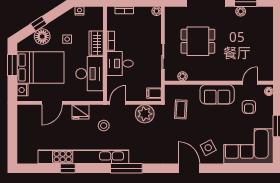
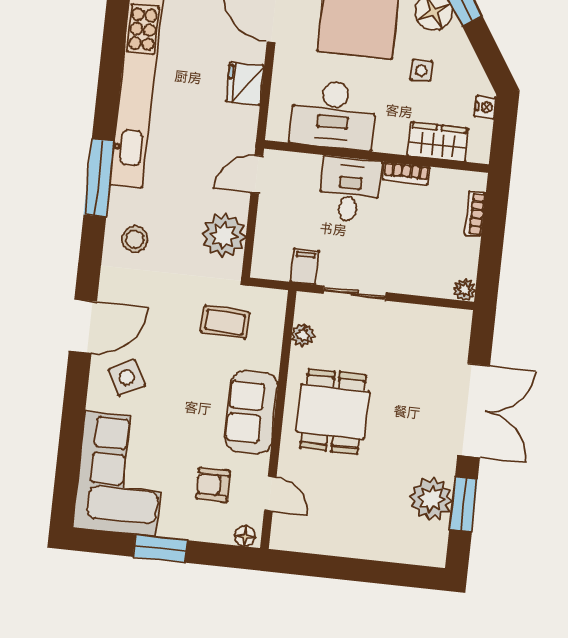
plant: (241, 11) -> (431, 499), width x1.88, depth x1.88
dining table: (198, 41) -> (333, 412), moved
wardrobe: (96, 43) -> (438, 142), moved
filing cabinet: (154, 93) -> (305, 266), moved
door: (118, 103) -> (257, 174), swing flipped
stool: (104, 126) -> (135, 239), moved
window: (68, 168) -> (114, 38), removed

